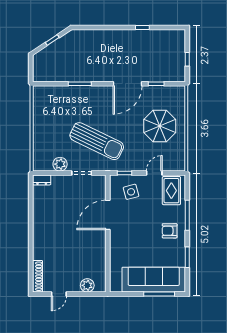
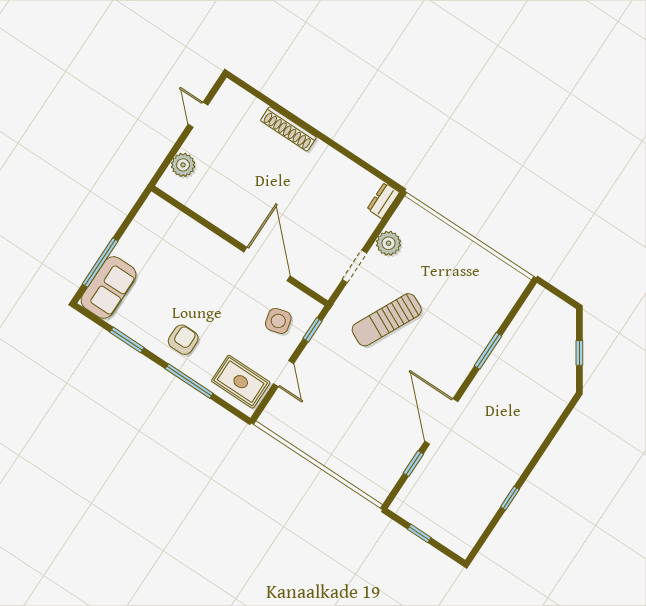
parasol: (160, 126) -> (347, 428), removed
sun lounger: (97, 141) -> (387, 320), width x0.73, depth x0.75
shoe rack: (37, 276) -> (288, 129), moved
sofa: (154, 280) -> (109, 288), width x0.54, depth x0.79

